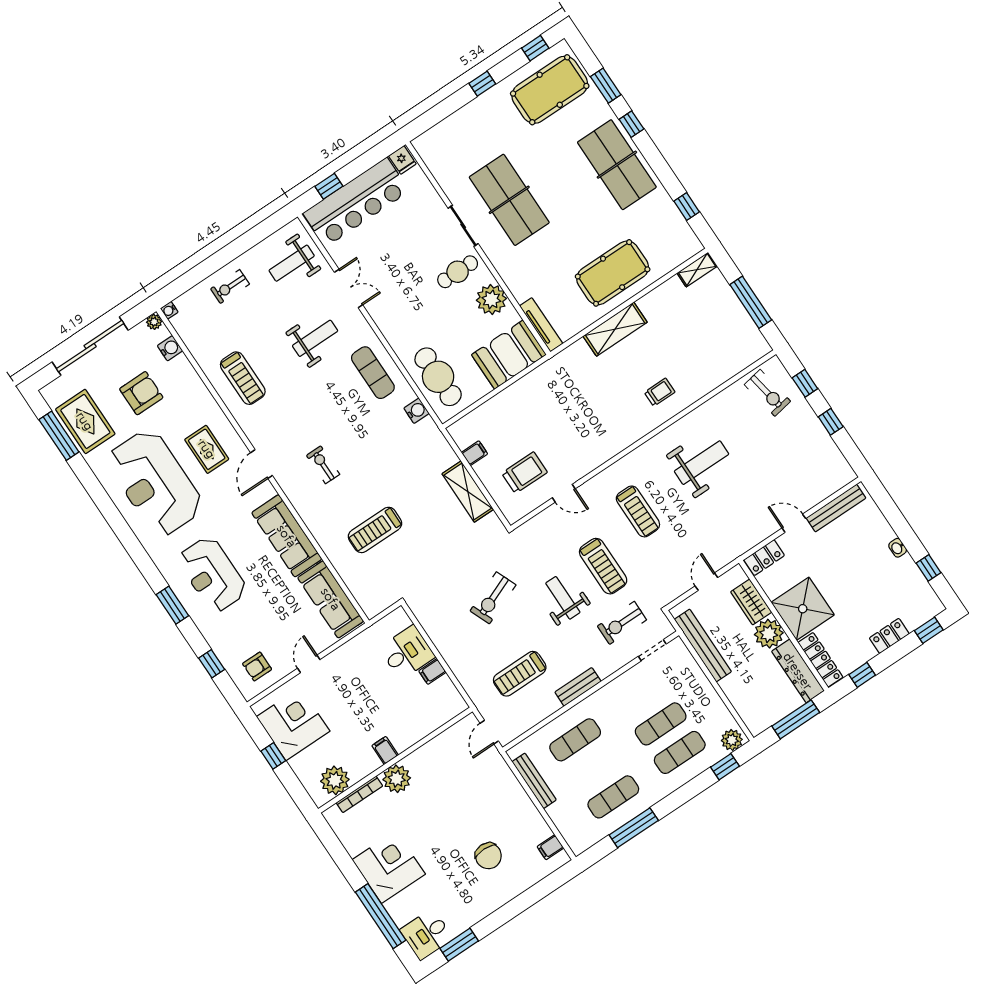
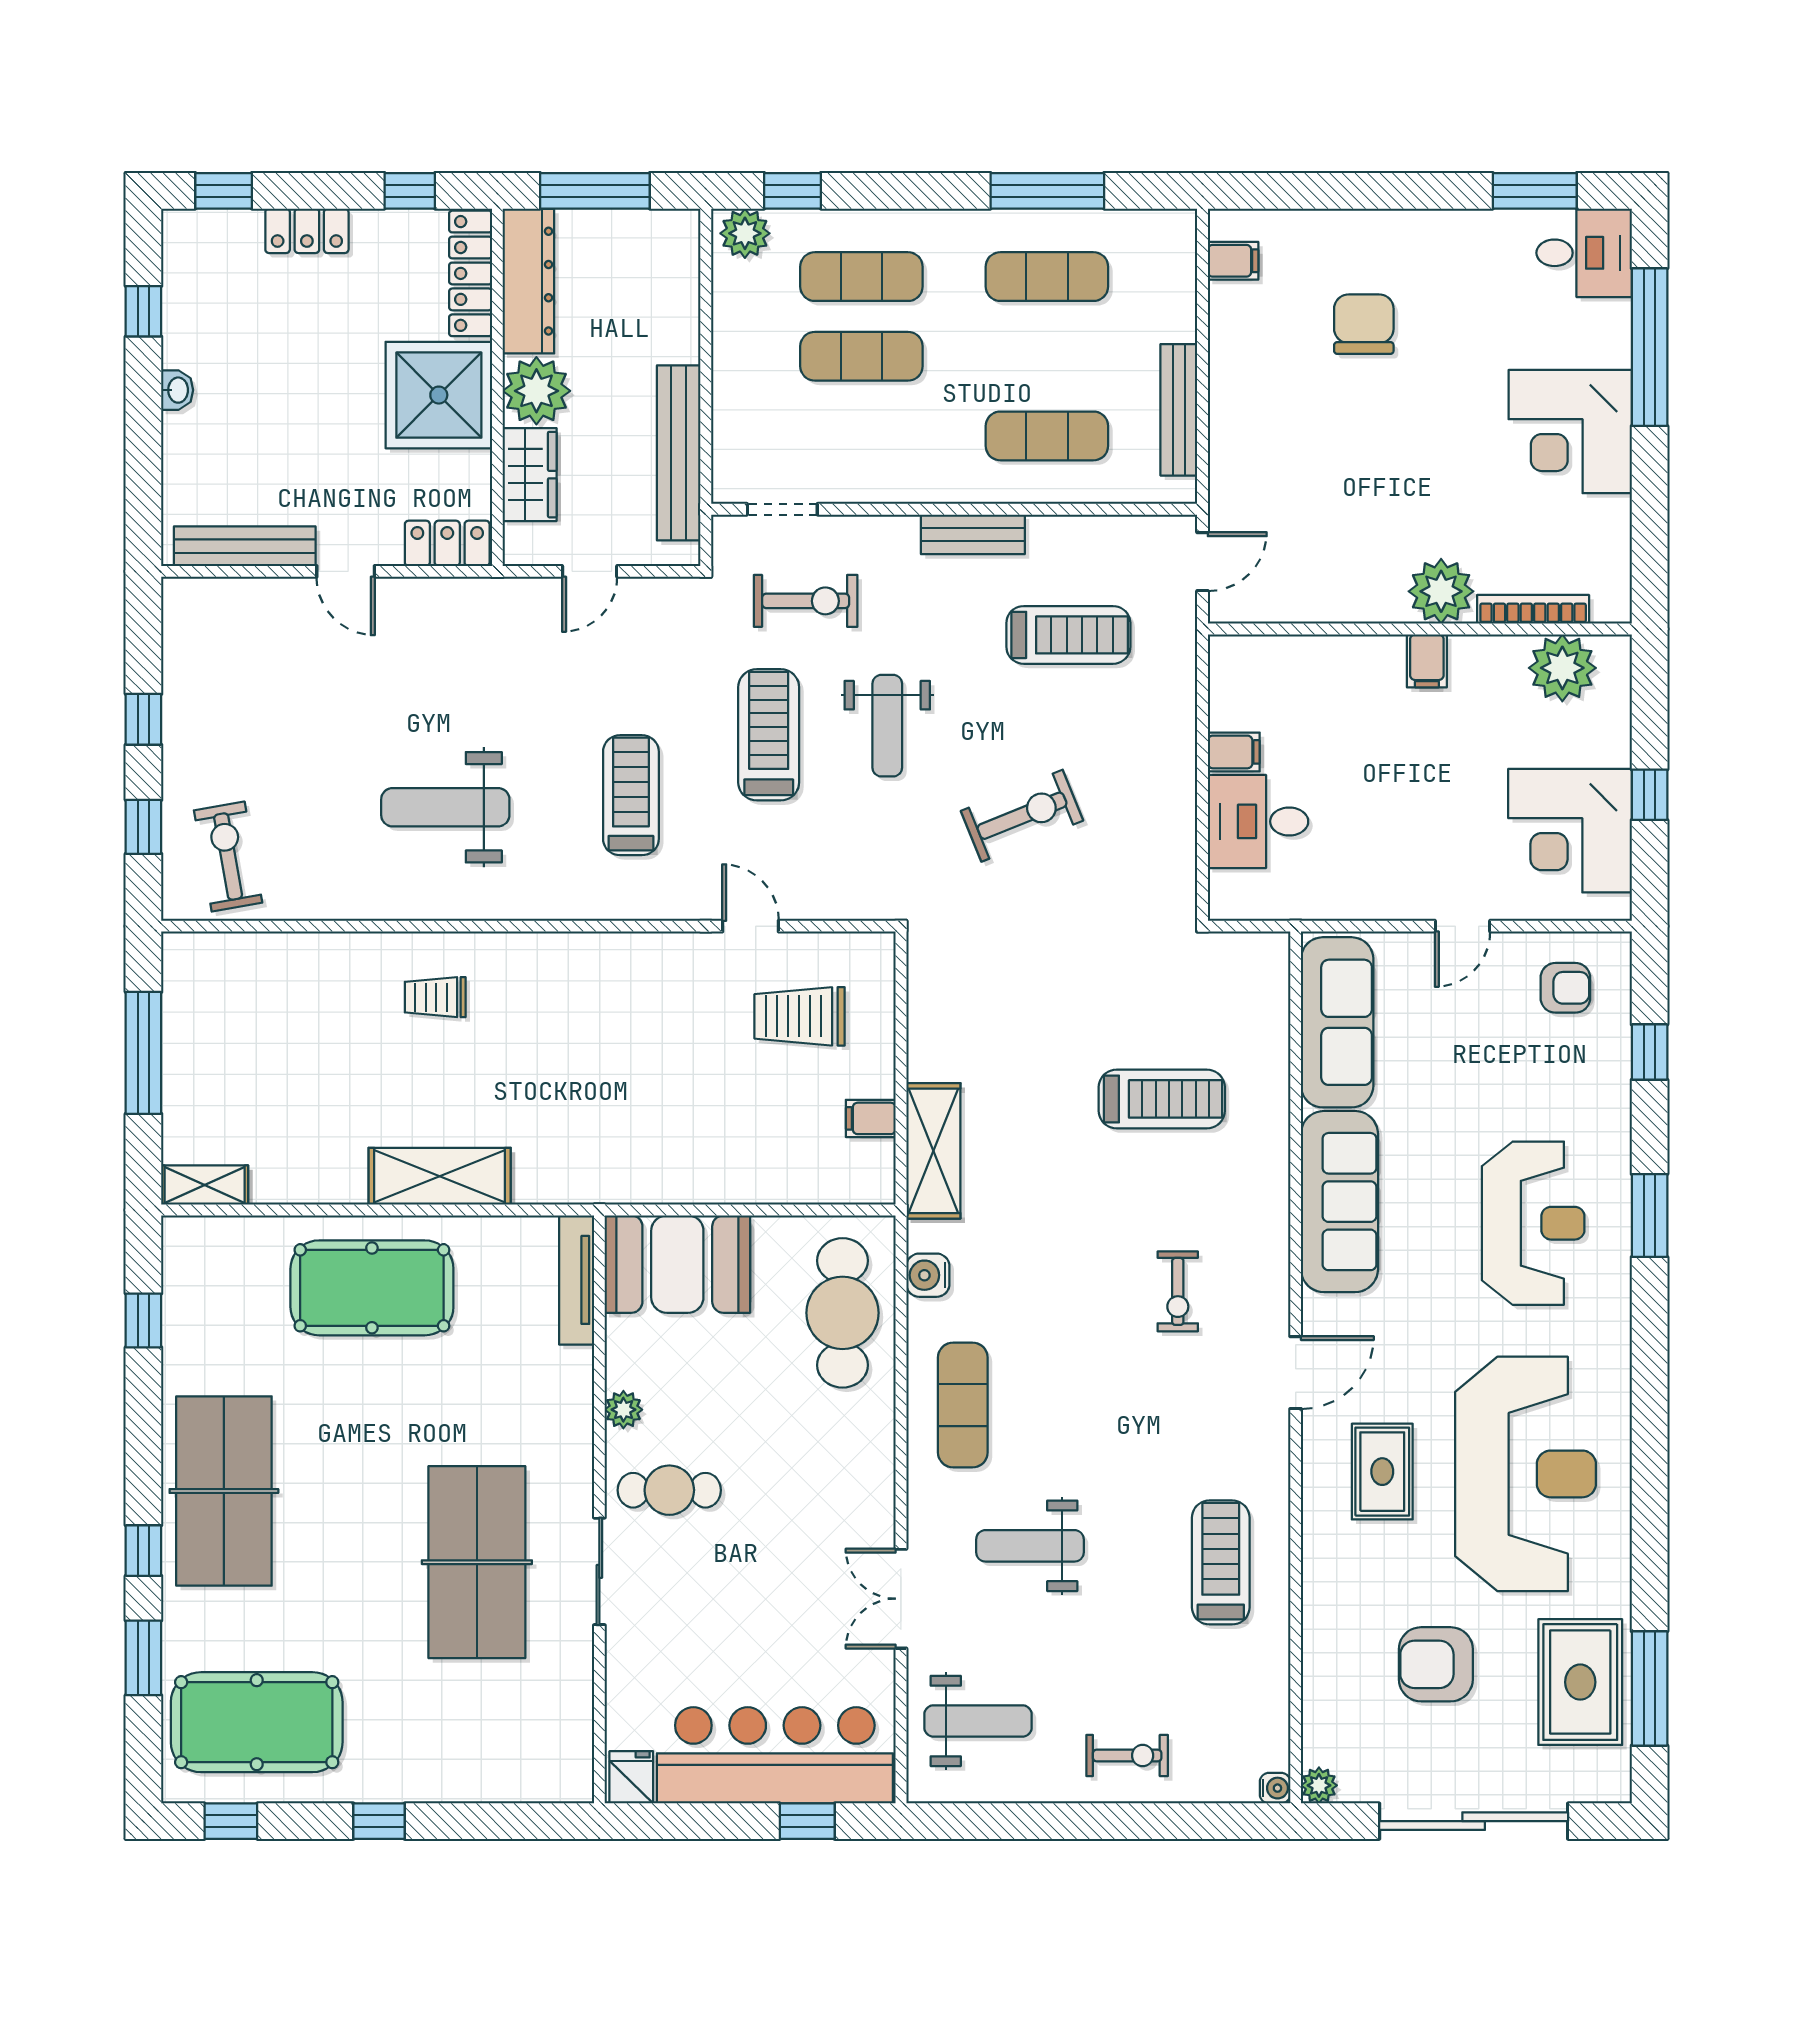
plant: (491, 299) -> (623, 1410), width x0.53, depth x0.53
water cooler: (170, 348) -> (1322, 1714), removed
shelving: (468, 492) -> (933, 1151), moved

